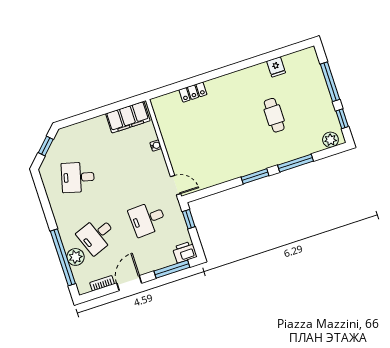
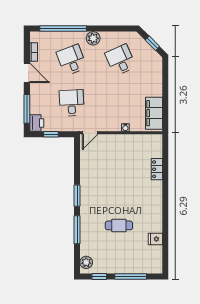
desk: (78, 177) -> (121, 60), turned -39
window: (189, 219) -> (51, 134), moved
plant: (76, 257) -> (93, 38), moved

